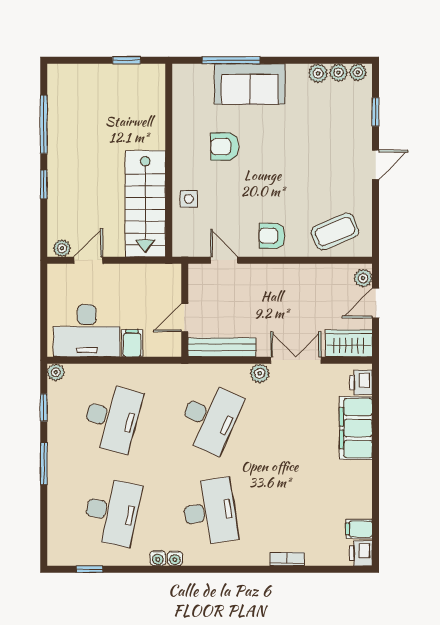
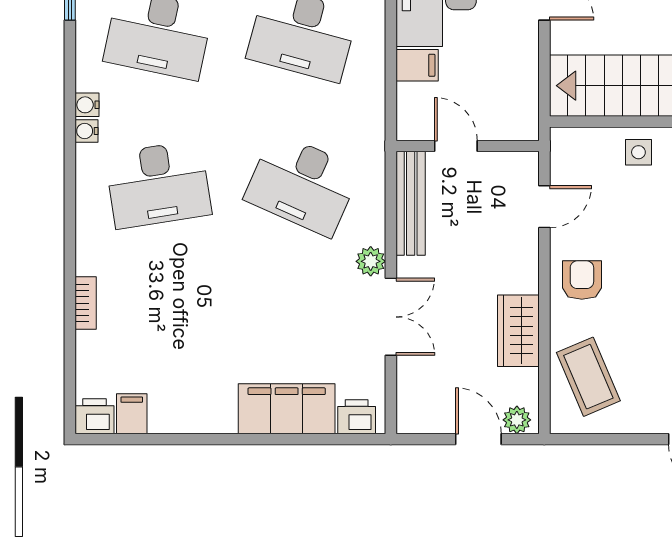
wardrobe: (349, 343) -> (518, 331), moved, turned 180

